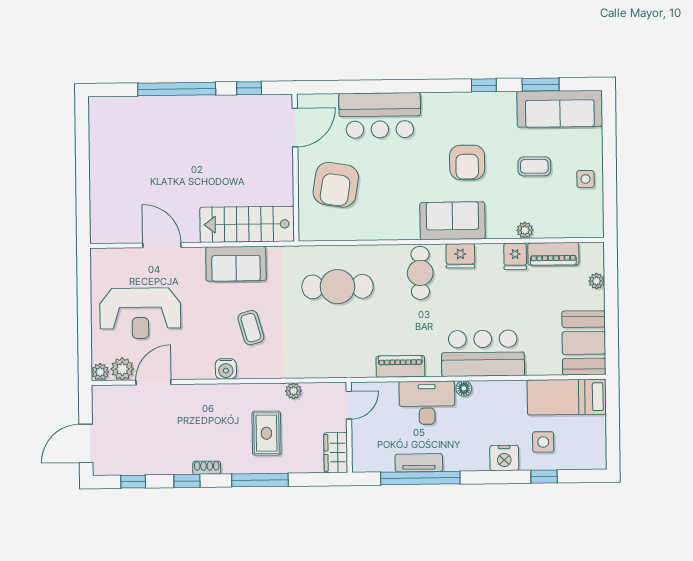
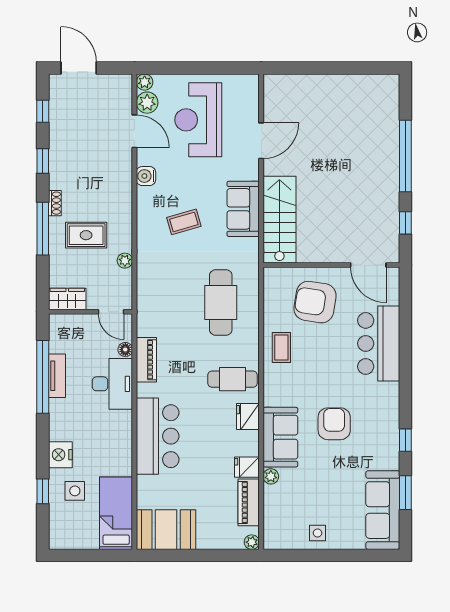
armchair: (467, 162) -> (334, 424), turned 90
coffee table: (534, 166) -> (281, 348), moved
sofa: (453, 221) -> (280, 437), moved
plant: (597, 281) -> (252, 542), moved
water cooler: (226, 369) -> (146, 176), moved
floor lamp: (464, 388) -> (125, 350), moved
shoe rack: (207, 468) -> (55, 203), moved

